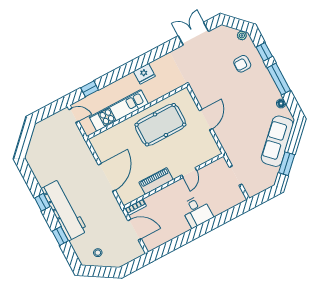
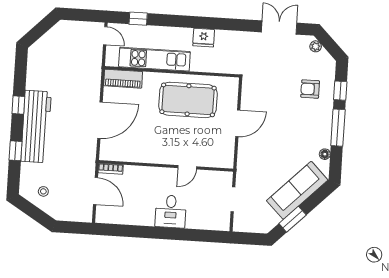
plant: (242, 35) -> (316, 46), moved
piano: (156, 181) -> (123, 79), moved, turned 180

